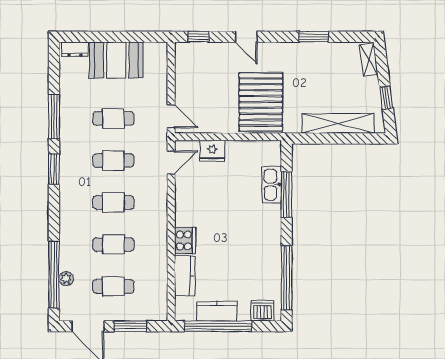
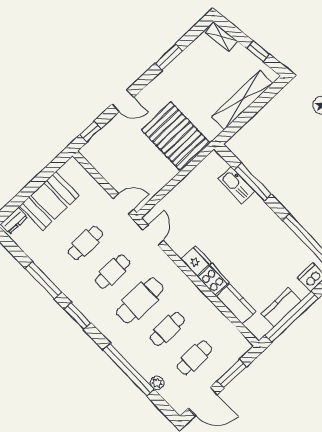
fridge: (212, 151) -> (196, 261), moved, turned -90
cafe table: (113, 203) -> (140, 300), width x1.37, depth x1.35
window: (54, 275) -> (129, 370), moved

